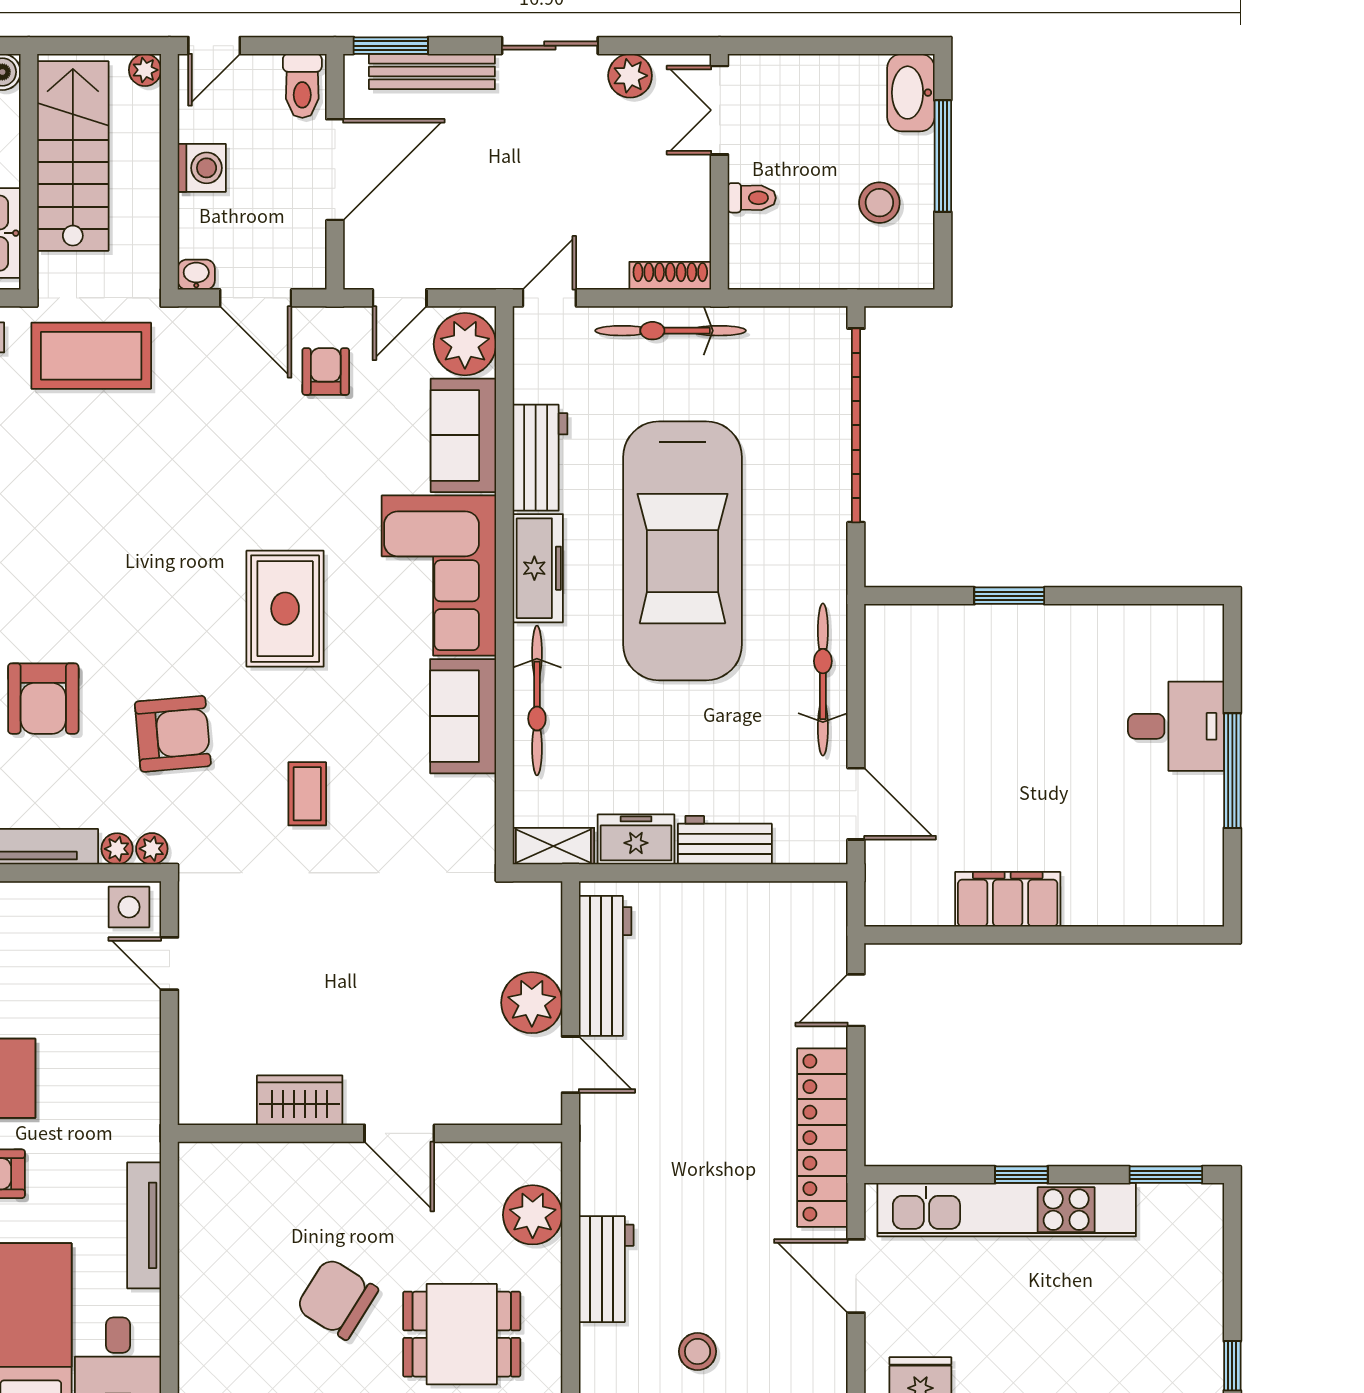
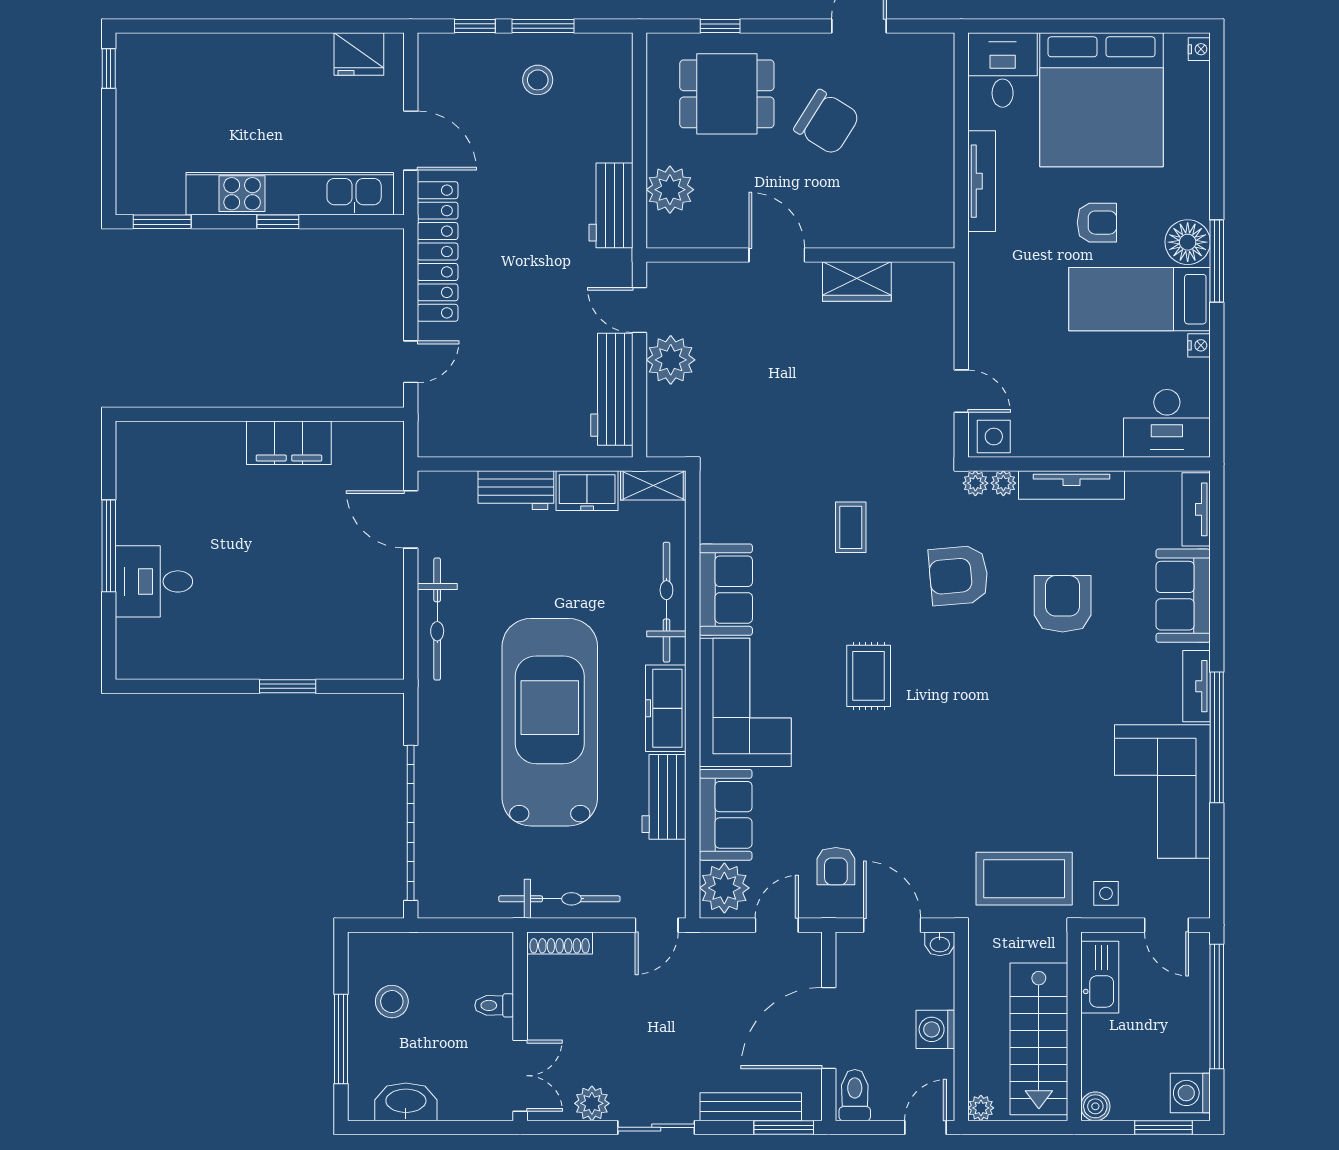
washbasin: (911, 93) -> (406, 1102), moved, turned -90
rug: (285, 609) -> (869, 676), width x0.73, depth x0.70
workbench: (606, 1269) -> (611, 205), moved

